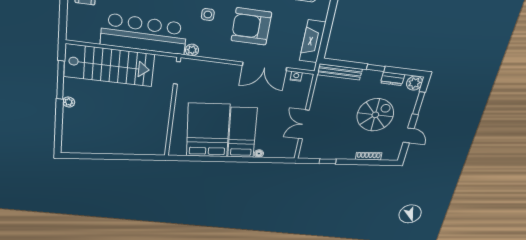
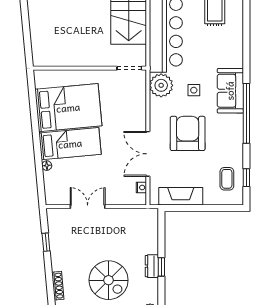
plant: (192, 50) -> (161, 85), width x1.87, depth x1.87
bench: (340, 72) -> (152, 231), removed
dresser: (393, 79) -> (152, 266), moved

